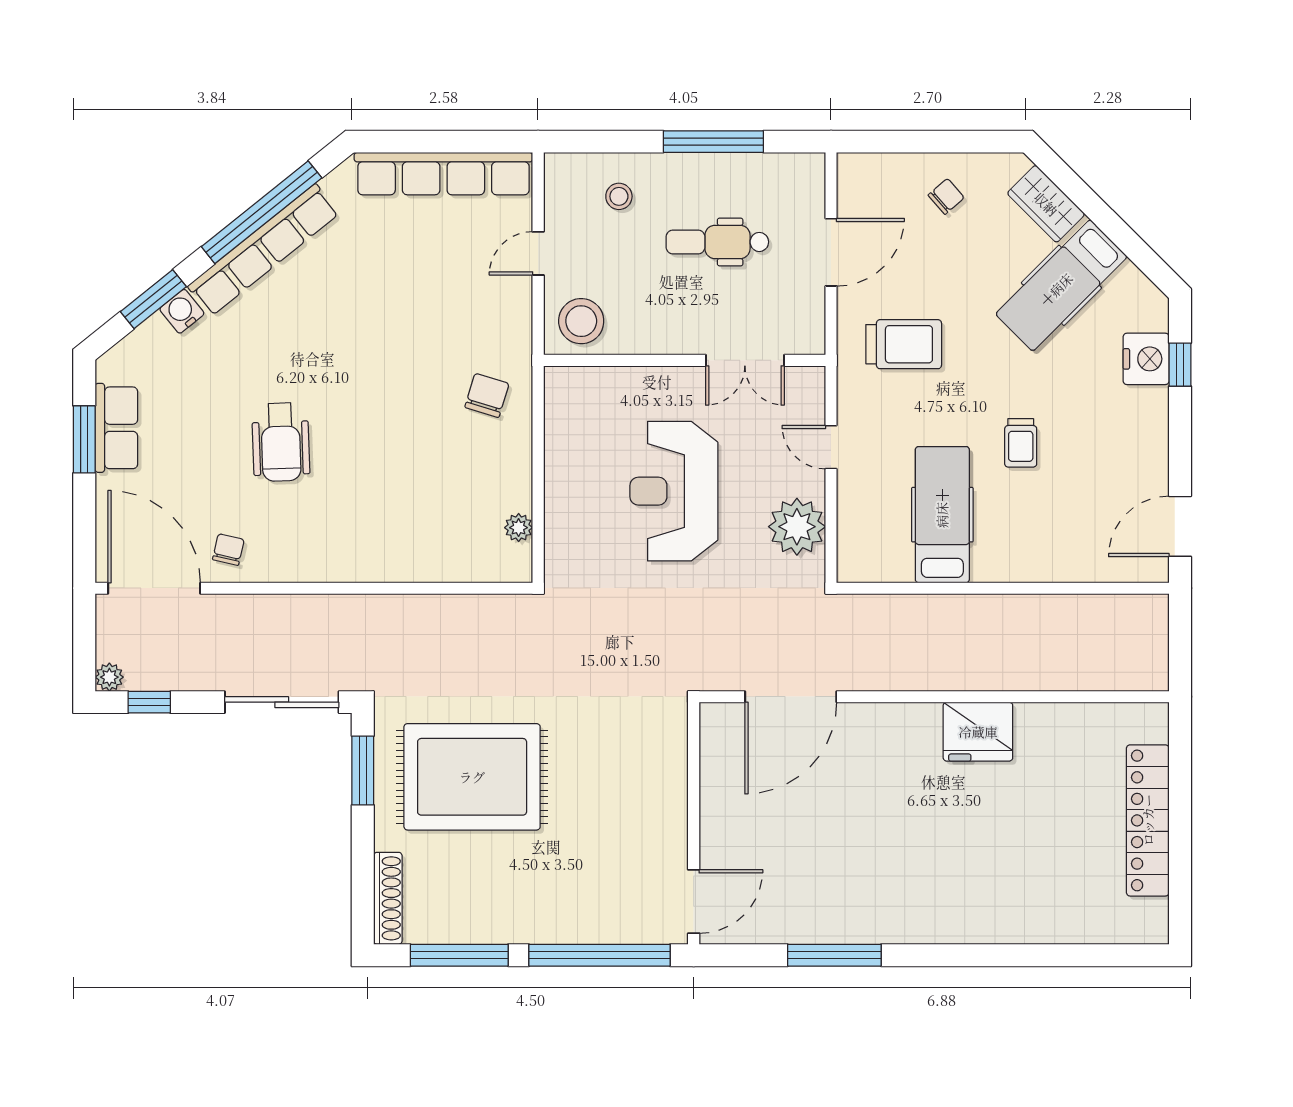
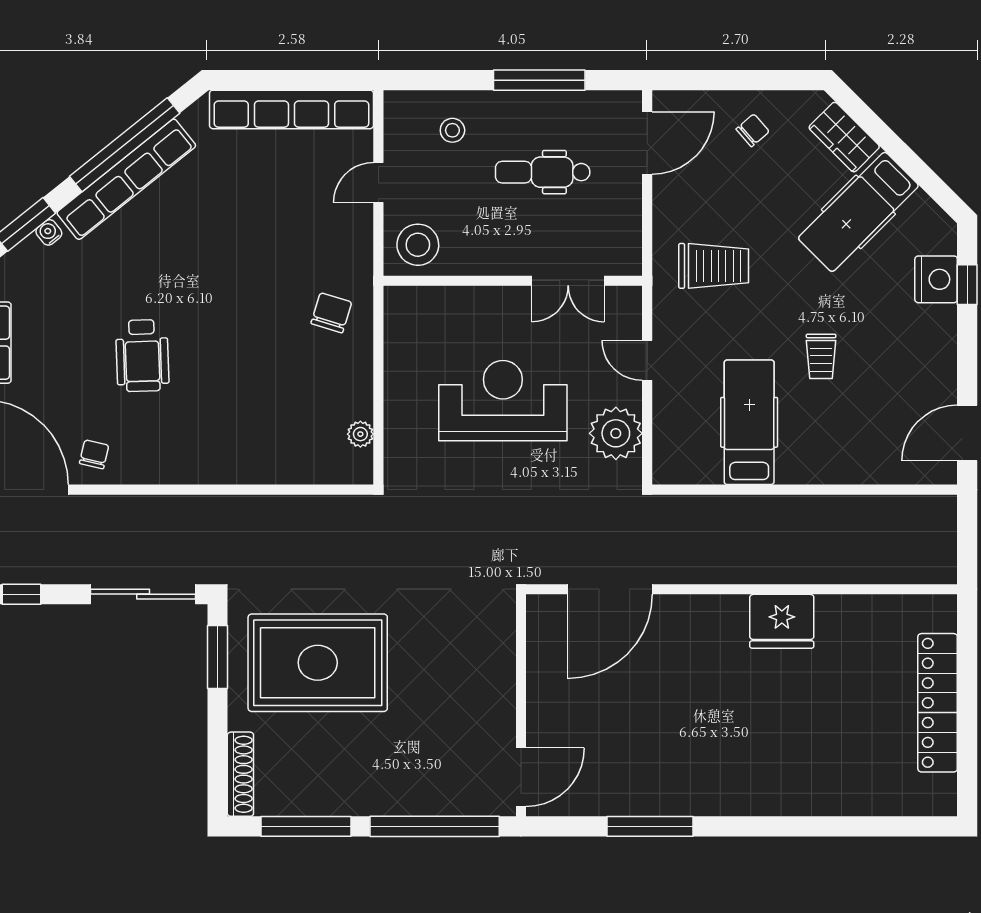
door: (831, 252) -> (647, 143), moved
water cooler: (182, 311) -> (49, 232), width x0.72, depth x0.72
reception desk: (674, 491) -> (503, 401), turned 90

